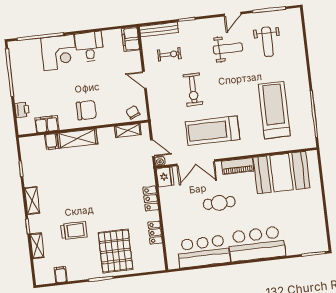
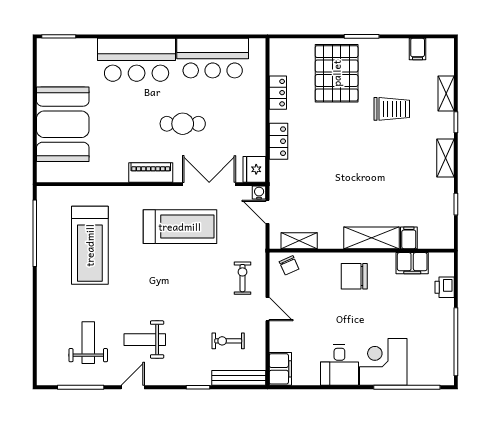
exercise bike: (193, 89) -> (242, 278), moved, width x0.73, depth x0.72
booth: (281, 173) -> (63, 124), moved, turned 90
trolley: (74, 231) -> (392, 109), turned 180

